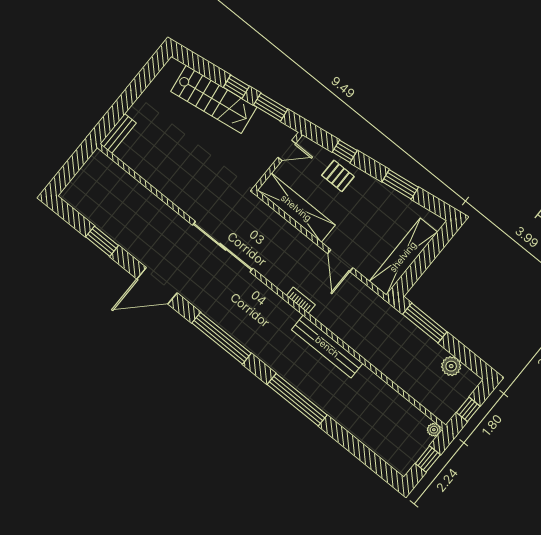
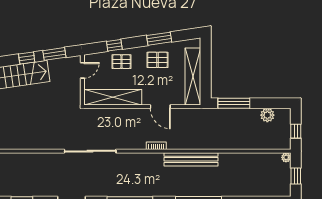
pallet: (379, 206) -> (157, 60), added

